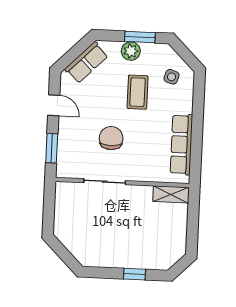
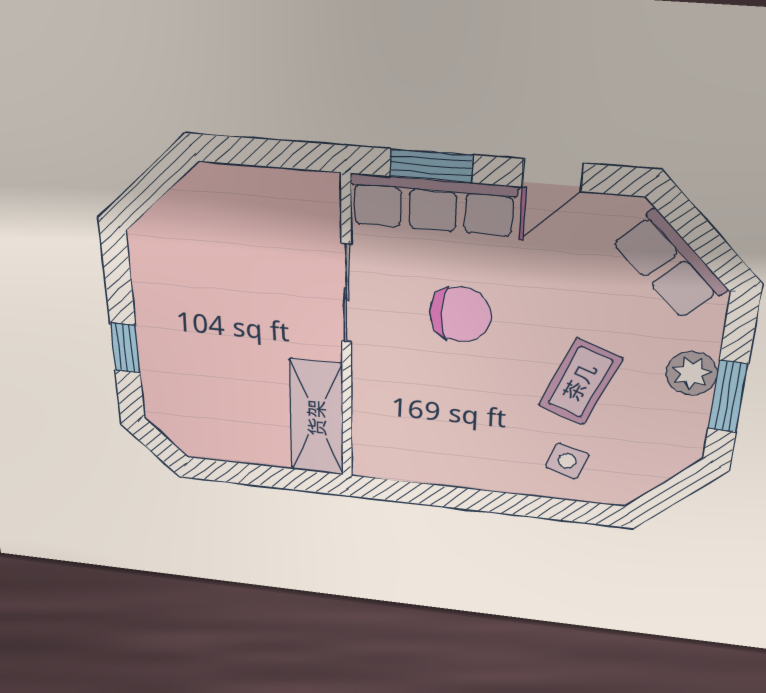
side table: (172, 77) -> (567, 461), moved
coffee table: (138, 92) -> (580, 382), turned -69
row of seats: (181, 144) -> (433, 205), moved, turned 180
shelving: (171, 194) -> (317, 418), width x1.50, depth x1.33

